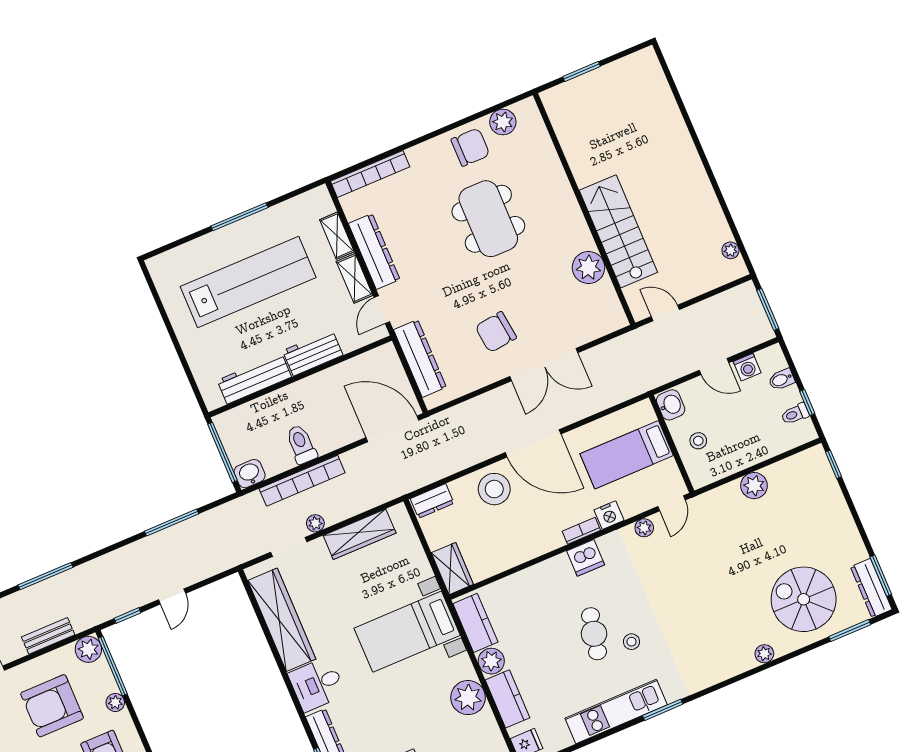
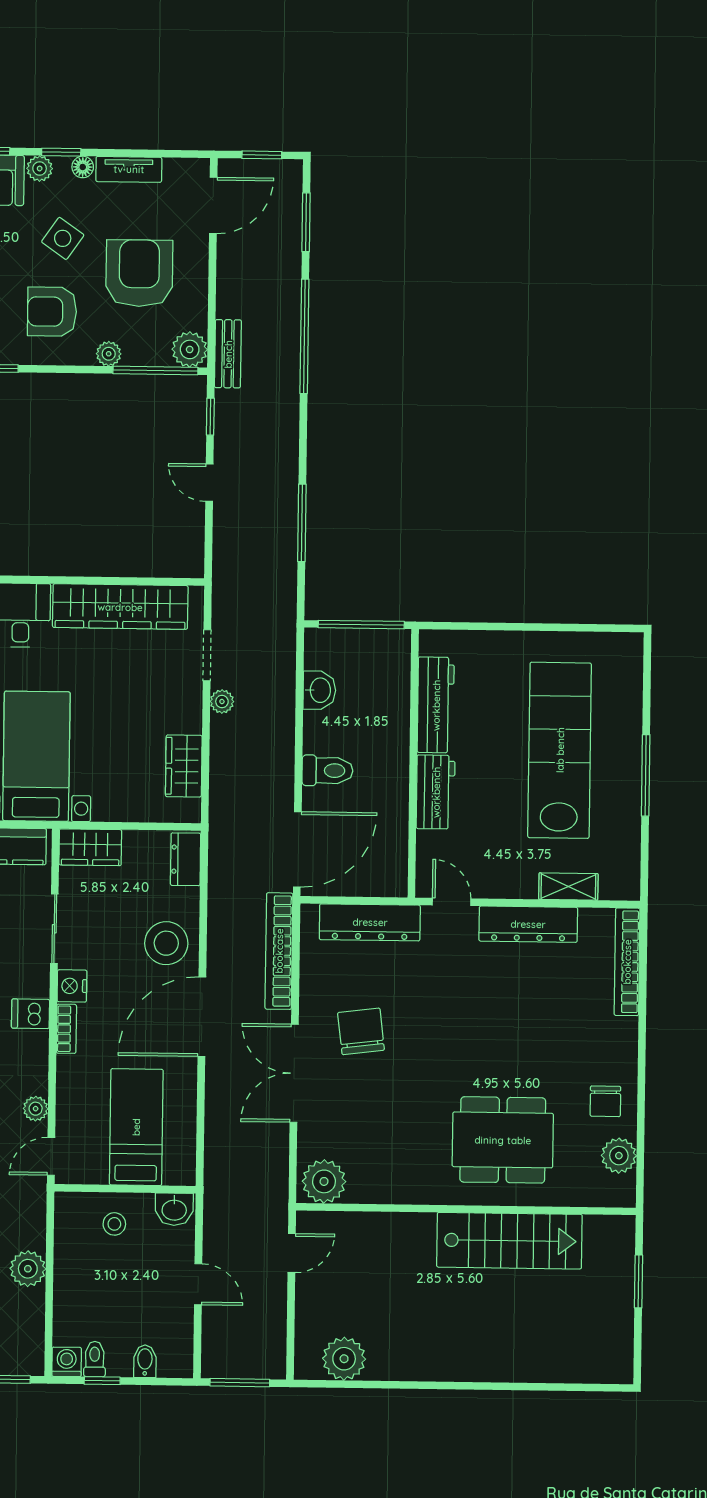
chair: (470, 147) -> (605, 1101), width x0.73, depth x0.73
dining table: (488, 219) -> (503, 1140), moved
stairs: (618, 231) -> (509, 1241), moved
plant: (730, 250) -> (344, 1359), width x1.88, depth x1.88
plant: (589, 268) -> (324, 1181), moved
shelving: (355, 278) -> (505, 885), removed
lab bench: (248, 282) -> (560, 750), turned 180
door: (714, 367) -> (198, 1284), swing flipped
washing machine: (747, 367) -> (67, 1362), moved, turned 90
toilet: (301, 444) -> (327, 771), moved
washbasin: (250, 474) -> (319, 690), moved
bookcase: (302, 481) -> (279, 951), moved
door: (672, 503) -> (51, 1156), hinge flipped
nightstand: (609, 515) -> (72, 986), moved
wardrobe: (360, 534) -> (184, 766), width x0.67
dishwasher: (586, 558) -> (31, 1014), width x0.73
sliding door: (518, 569) -> (54, 929), added
window: (46, 576) -> (304, 336), width x1.46
bench: (48, 636) -> (228, 354), moved

